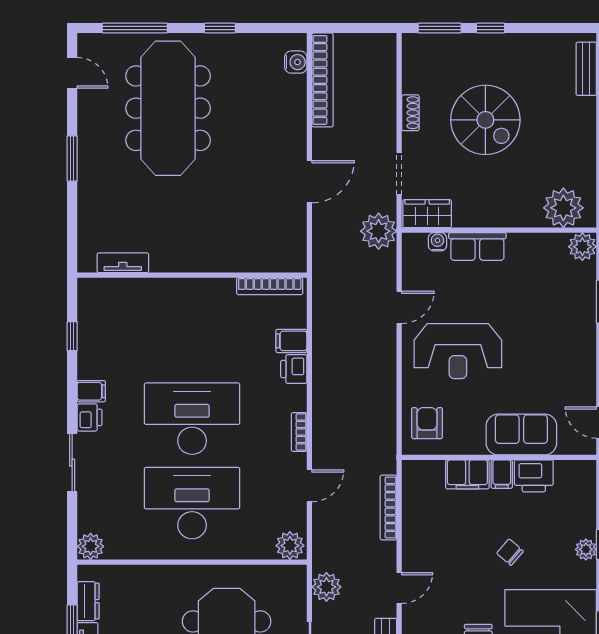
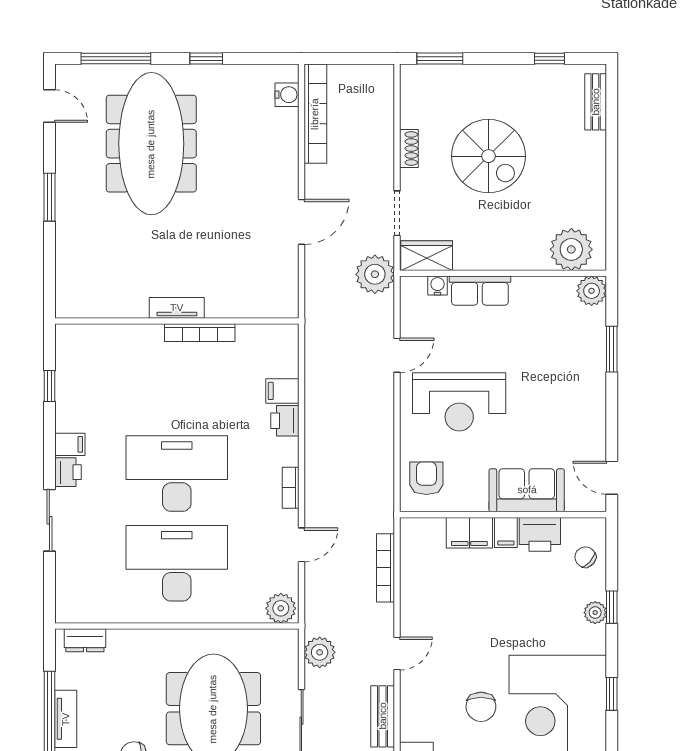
window: (491, 28) -> (549, 58), moved
tv unit: (123, 263) -> (177, 308), moved
bookcase: (270, 286) -> (200, 333), moved
plant: (91, 546) -> (69, 609), removed
chair: (510, 552) -> (585, 557), moved
dresser: (88, 601) -> (85, 640), moved, turned 90

